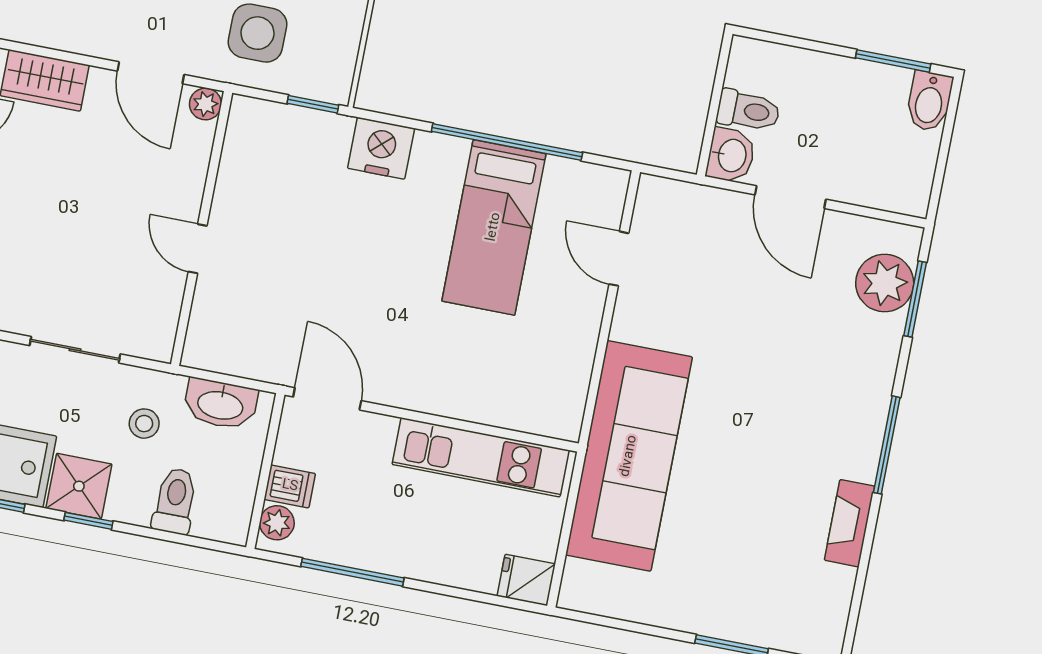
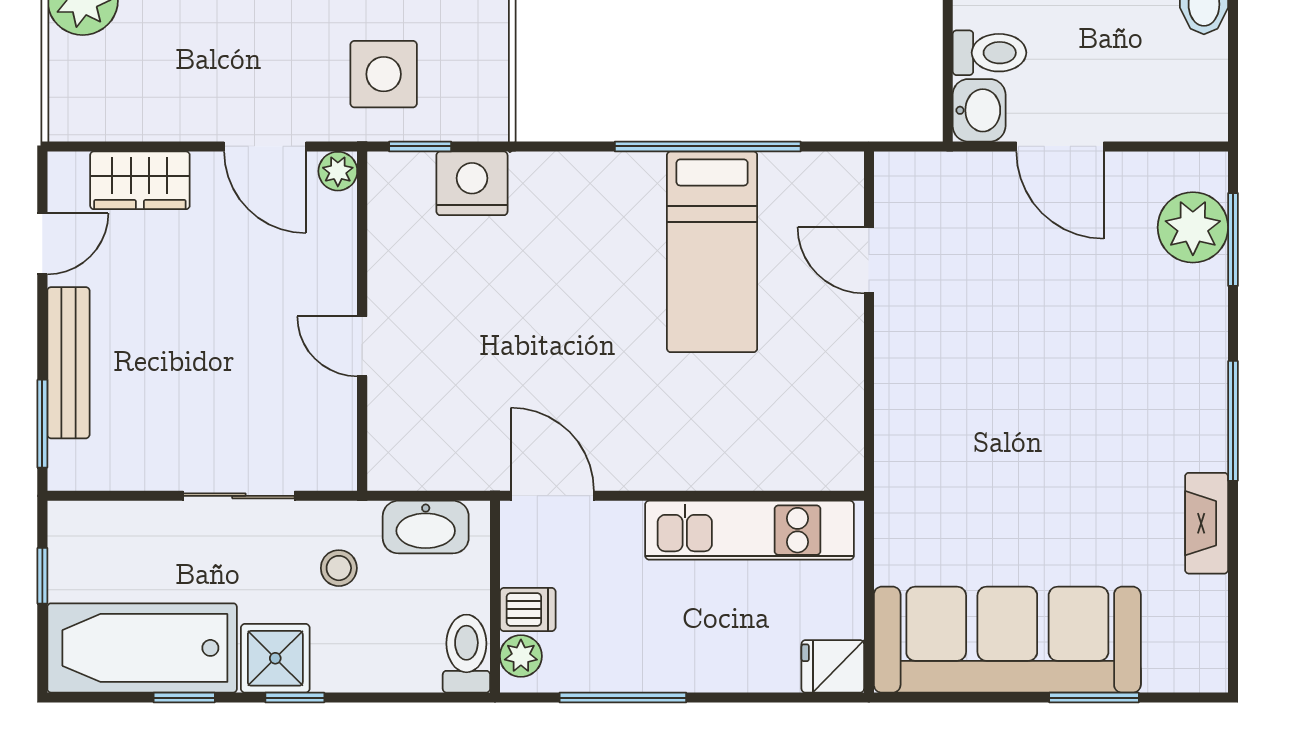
window: (313, 104) -> (420, 146), moved
nightstand: (381, 148) -> (472, 183), moved
sofa: (629, 456) -> (1007, 640), moved, turned -90
toilet: (175, 501) -> (466, 654), moved

